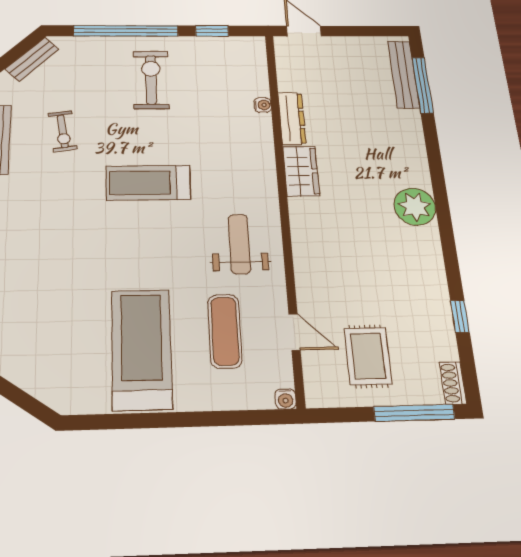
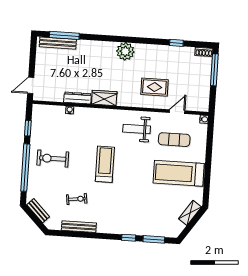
treadmill: (148, 183) -> (105, 164), turned 180
rug: (368, 356) -> (154, 87), moved
shelving: (41, 386) -> (190, 213), added

